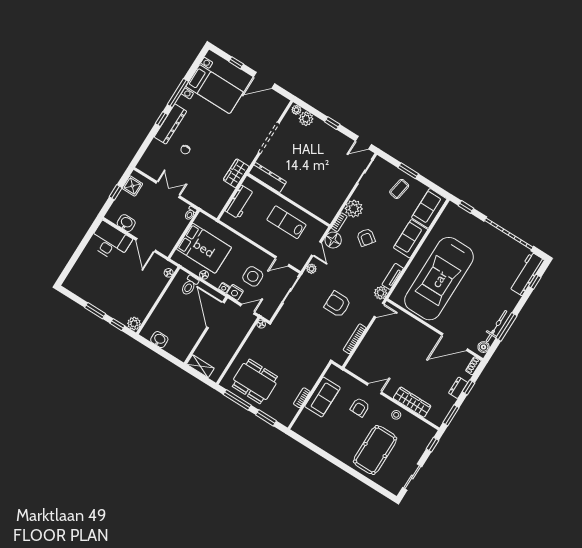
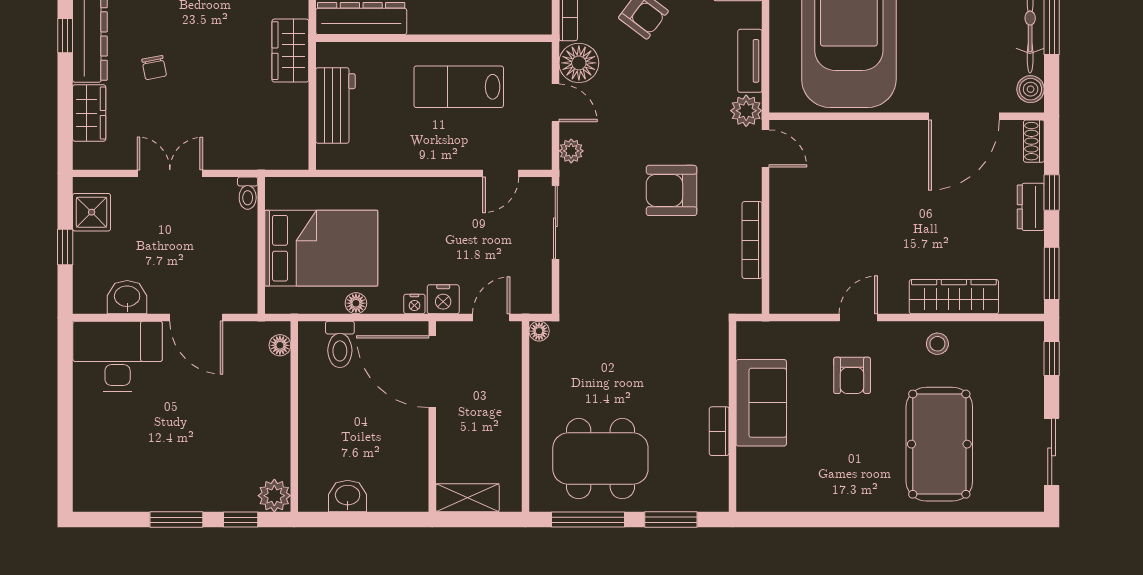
wardrobe: (153, 151) -> (89, 113), added
side table: (253, 276) -> (459, 243), removed
door: (379, 310) -> (766, 149), hinge flipped

